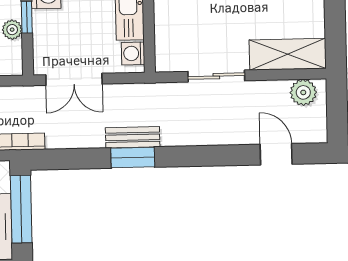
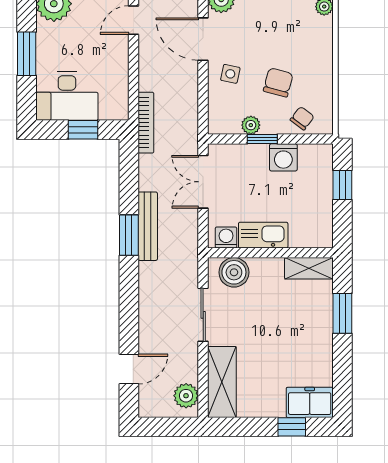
boiler: (170, 44) -> (234, 272), added
bench: (133, 137) -> (148, 226), width x1.36
window: (21, 209) -> (83, 130), width x0.46

